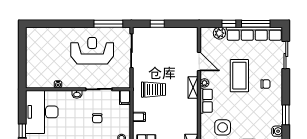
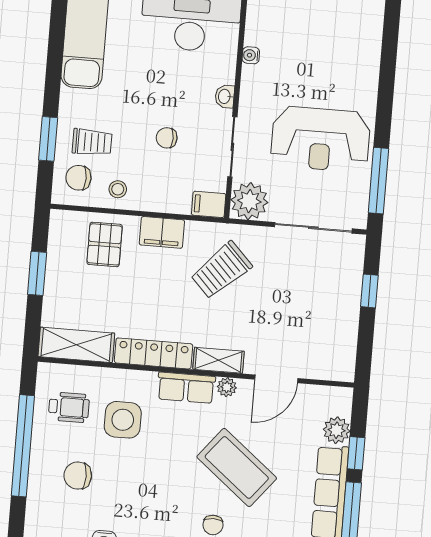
reception desk: (92, 51) -> (320, 139), turned 90
coffee table: (239, 76) -> (237, 467), turned 39
plant: (122, 80) -> (249, 201), added
trolley: (153, 90) -> (221, 270), turned 46
locker: (192, 116) -> (154, 353), added
filing cabinet: (139, 117) -> (162, 232), width x2.00

